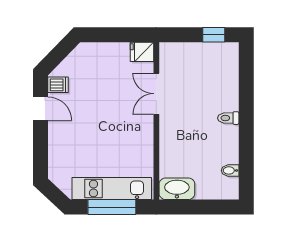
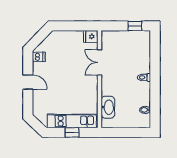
door: (40, 109) -> (28, 82), moved
washbasin: (177, 189) -> (108, 107), moved, turned 90
window: (112, 207) -> (72, 132), width x0.46

